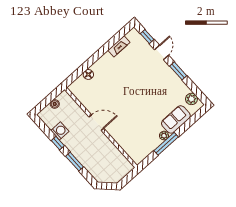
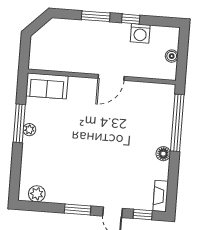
fireplace: (119, 46) -> (161, 196), moved
window: (85, 67) -> (177, 123), added
floor lamp: (88, 74) -> (163, 154), moved
sofa: (176, 119) -> (47, 86), moved, turned 90

